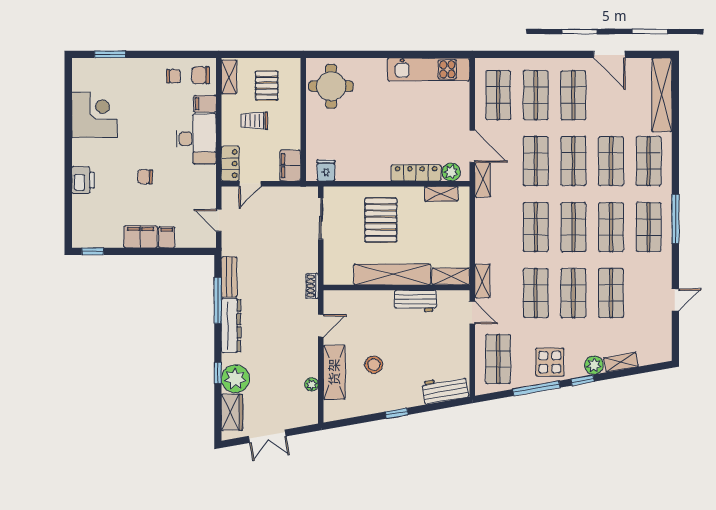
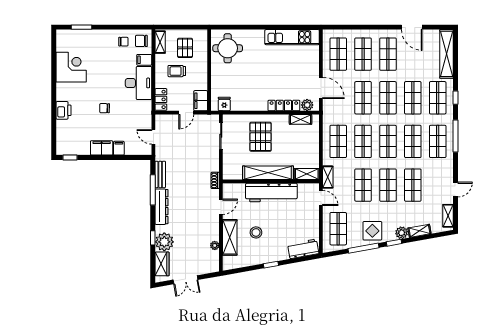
window: (675, 161) -> (455, 98), added
shelving: (483, 180) -> (448, 216), moved
door: (250, 184) -> (186, 113), moved
shop shelf: (498, 227) -> (338, 141), added
workbench: (415, 301) -> (271, 193), width x1.88, depth x1.32

